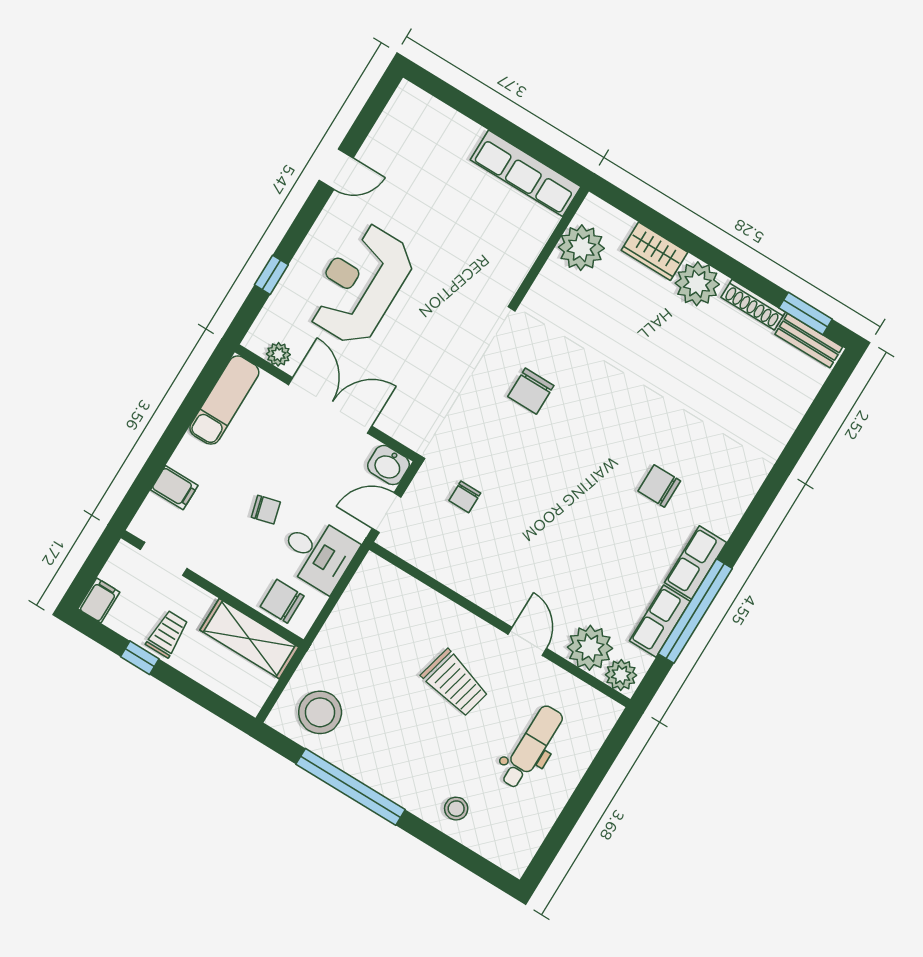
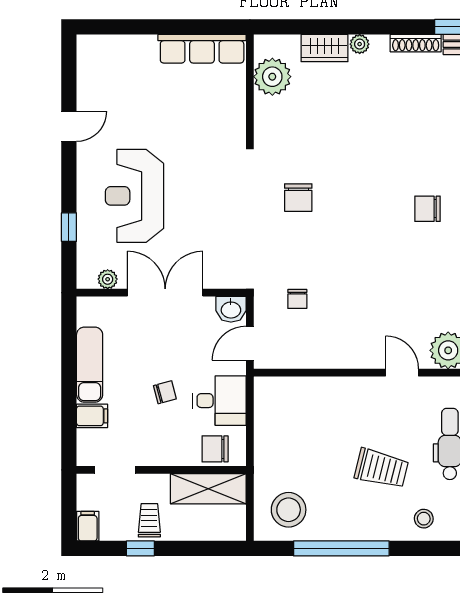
plant: (697, 284) -> (360, 44), width x0.53, depth x0.53
exam couch: (224, 400) -> (90, 365), moved
trolley: (455, 683) -> (381, 468), moved

